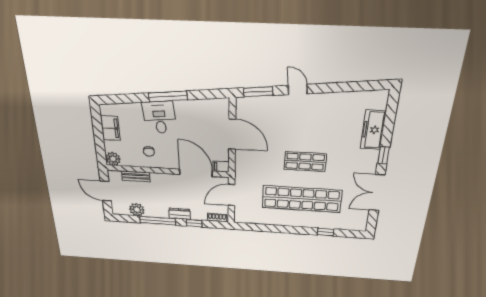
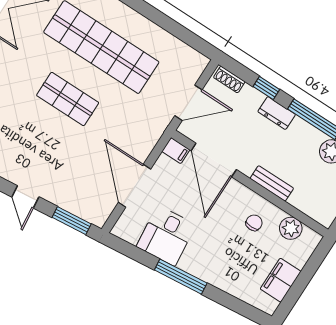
desk: (160, 117) -> (166, 236), moved
plant: (113, 159) -> (291, 228), moved
bench: (136, 176) -> (272, 183), moved

